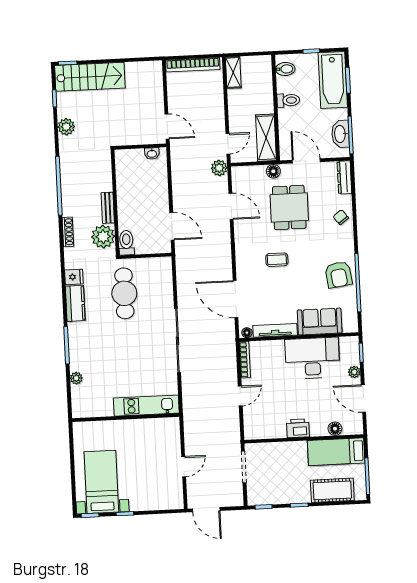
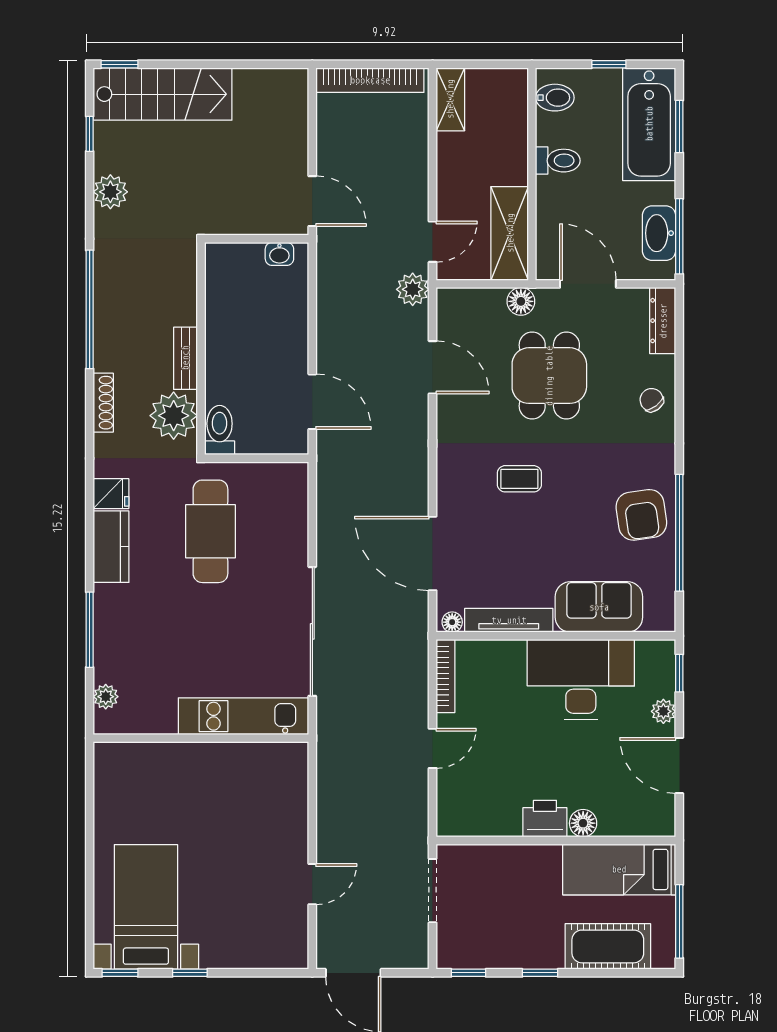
kitchen unit: (146, 406) -> (243, 716), moved
wall: (126, 418) -> (201, 738), moved
floor lamp: (335, 429) -> (583, 823), moved

